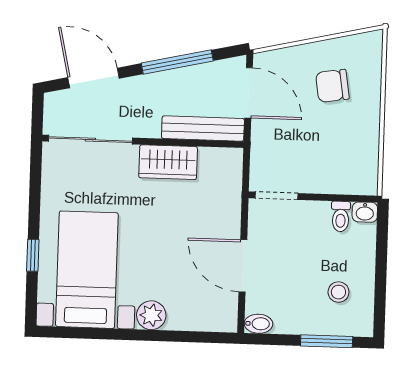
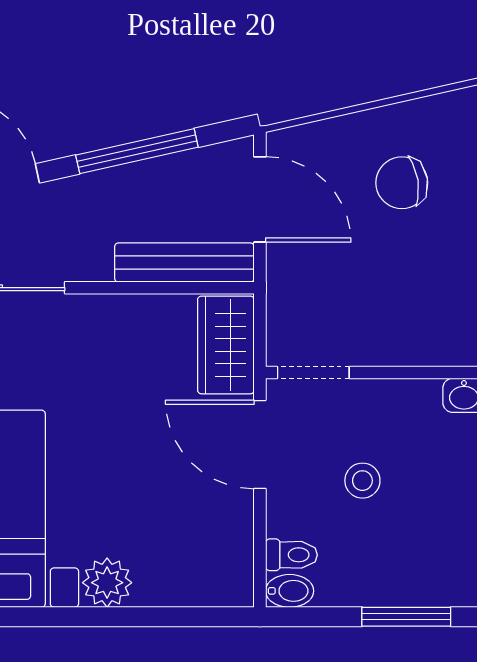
wardrobe: (168, 162) -> (226, 345), moved, turned 90
toilet: (341, 216) -> (291, 555), moved, turned -90
door: (243, 266) -> (260, 444), moved
stool: (338, 292) -> (362, 481), moved

